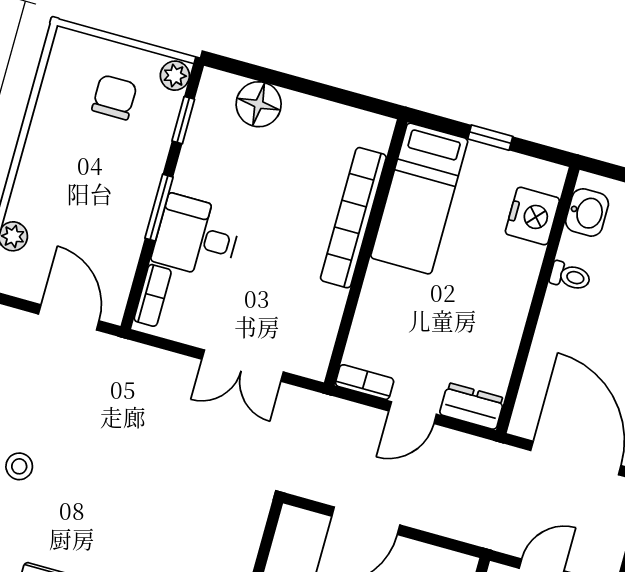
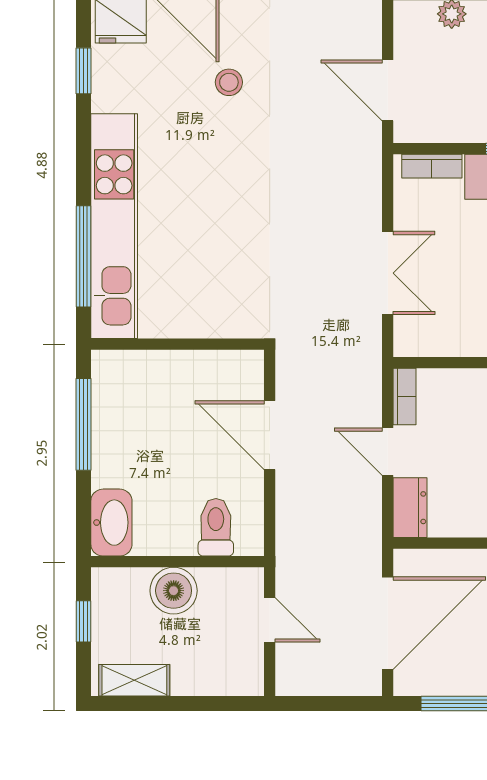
door: (69, 317) -> (388, 90), swing flipped
double door: (243, 366) -> (388, 273), swing flipped

